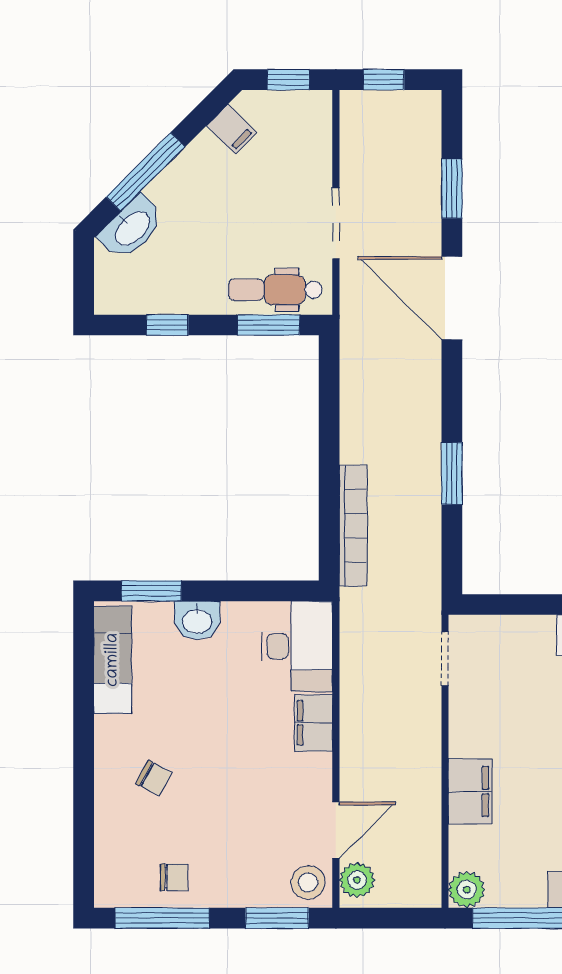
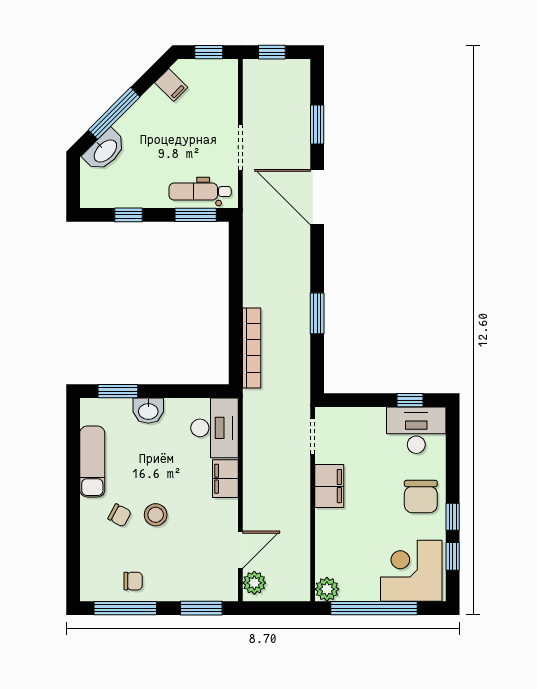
exam couch: (113, 660) -> (92, 461), moved
filing cabinet: (470, 792) -> (329, 486), moved
stool: (308, 882) -> (156, 515), moved

